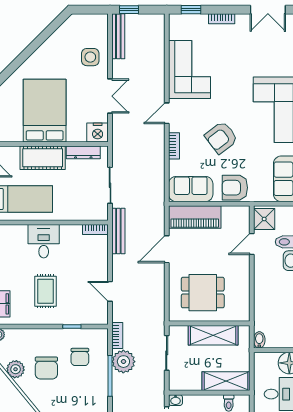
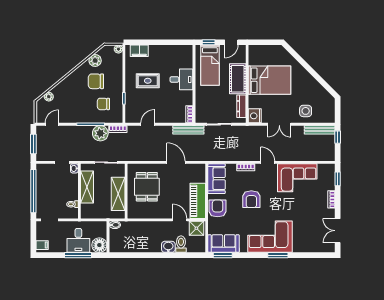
armchair: (221, 138) -> (251, 199), turned -143
piano: (195, 217) -> (198, 201), moved
shelving: (226, 381) -> (87, 187), moved

